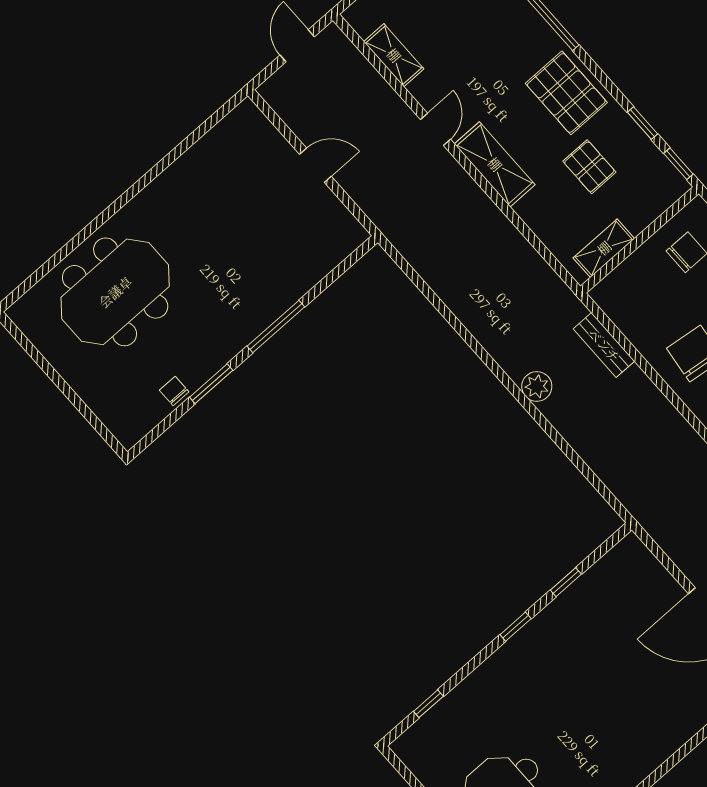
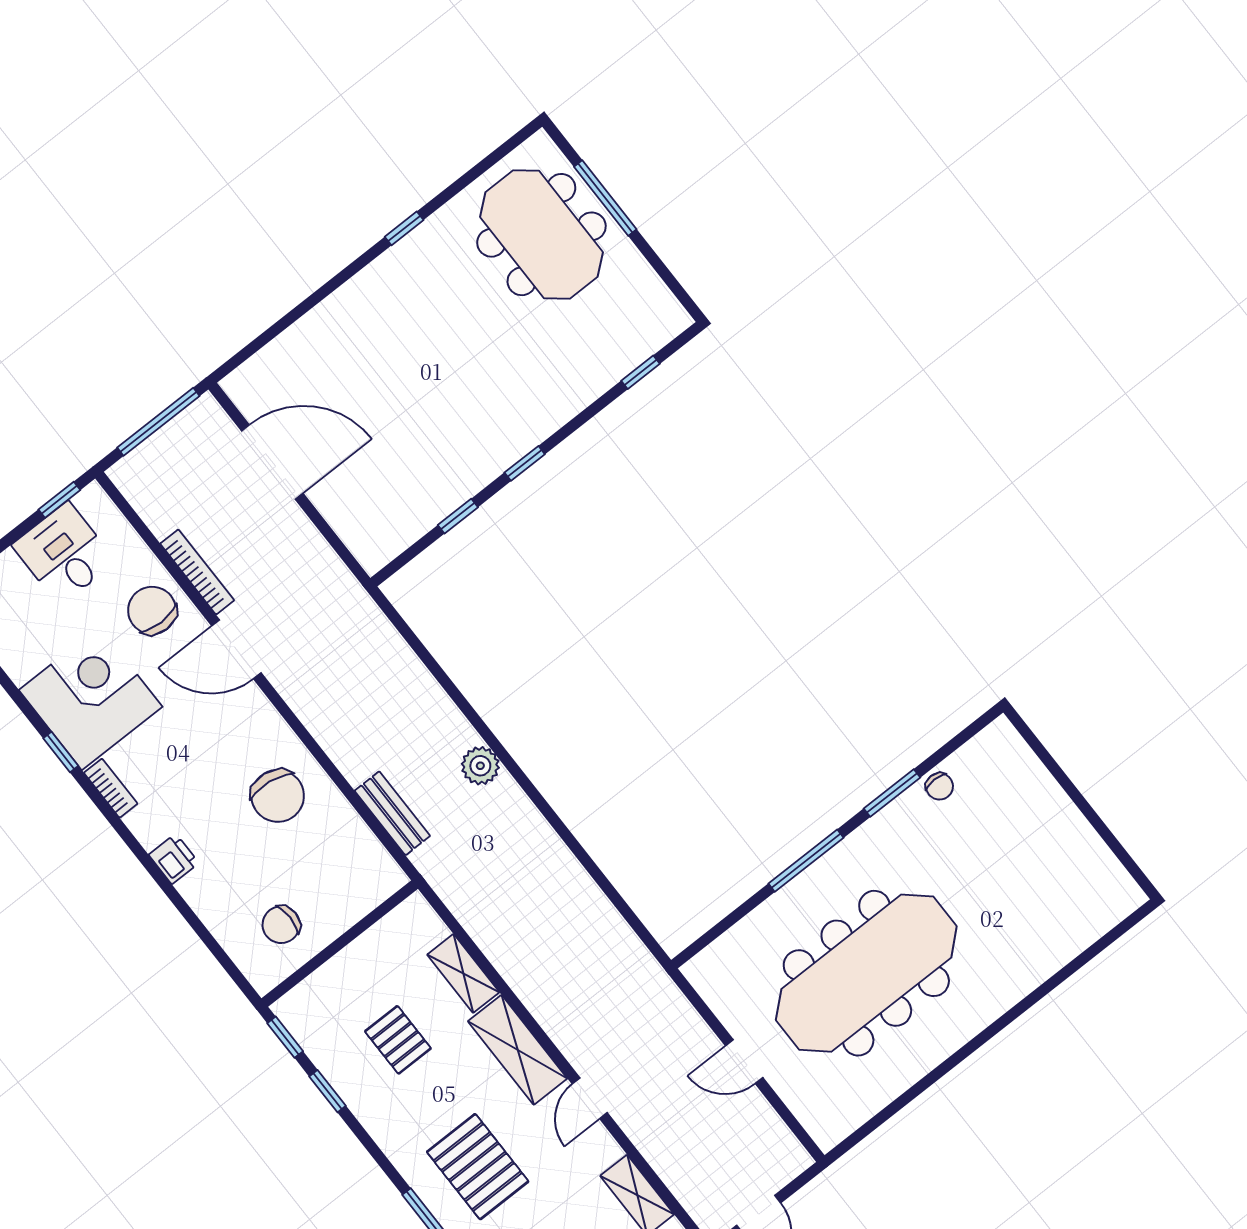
pallet: (566, 93) -> (478, 1167), moved
shelving: (604, 248) -> (463, 973), moved, turned 90
meeting table: (115, 292) -> (866, 973), moved, width x1.36

